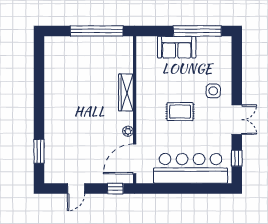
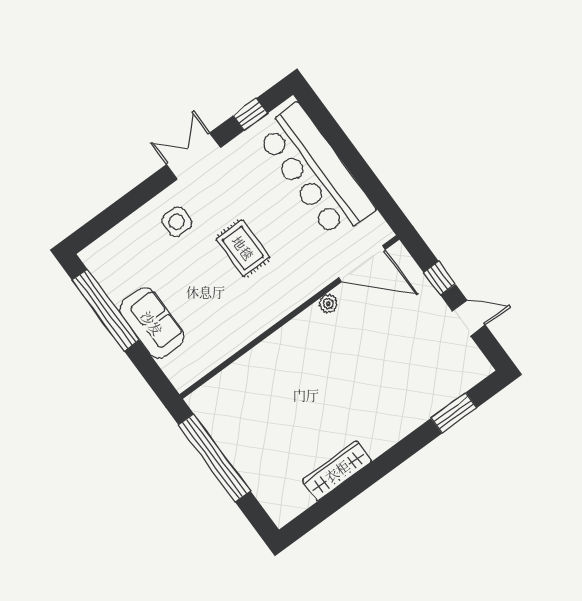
wardrobe: (126, 92) -> (337, 471), moved, turned 180
window: (115, 189) -> (439, 278), moved

